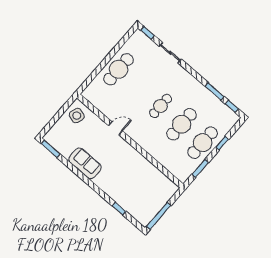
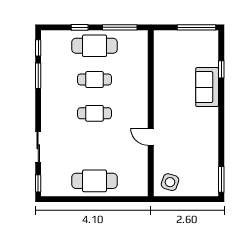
cafe table: (182, 124) -> (94, 80), width x0.73, depth x0.74
sofa: (85, 163) -> (207, 87), moved
window: (200, 168) -> (120, 27), width x1.44

